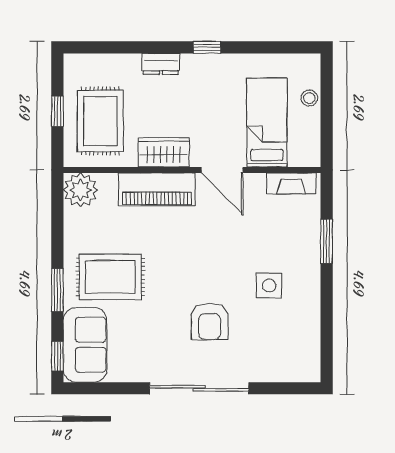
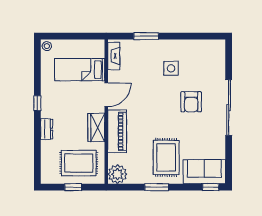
stool: (309, 98) -> (47, 46), moved
window: (57, 290) -> (157, 187), moved
armchair: (210, 321) -> (191, 102), turned 90

